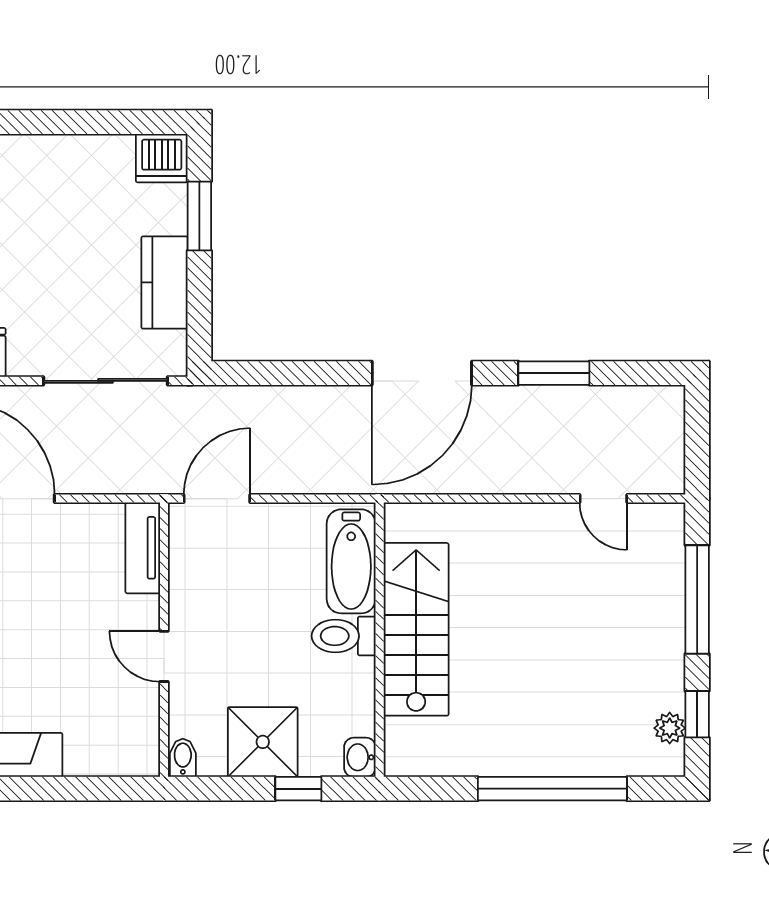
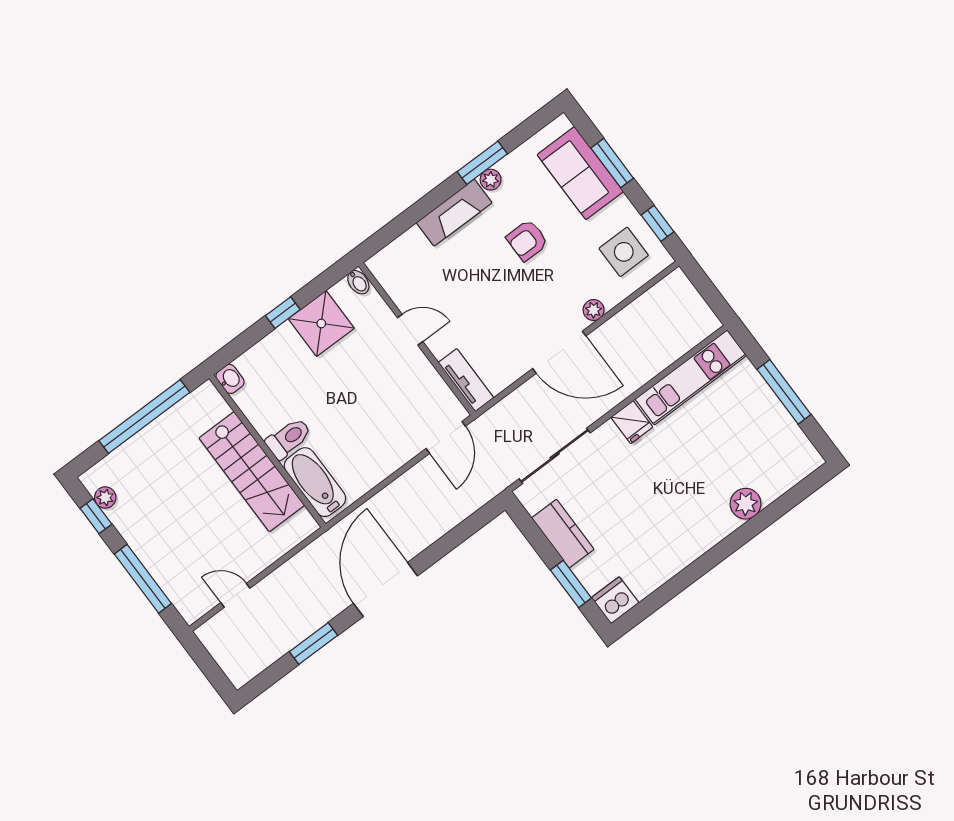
bathtub: (351, 561) -> (315, 482), moved
stairs: (416, 629) -> (252, 472), moved
toilet: (344, 636) -> (288, 438), moved
wall: (380, 640) -> (267, 451), moved
washbasin: (360, 757) -> (230, 379), moved

